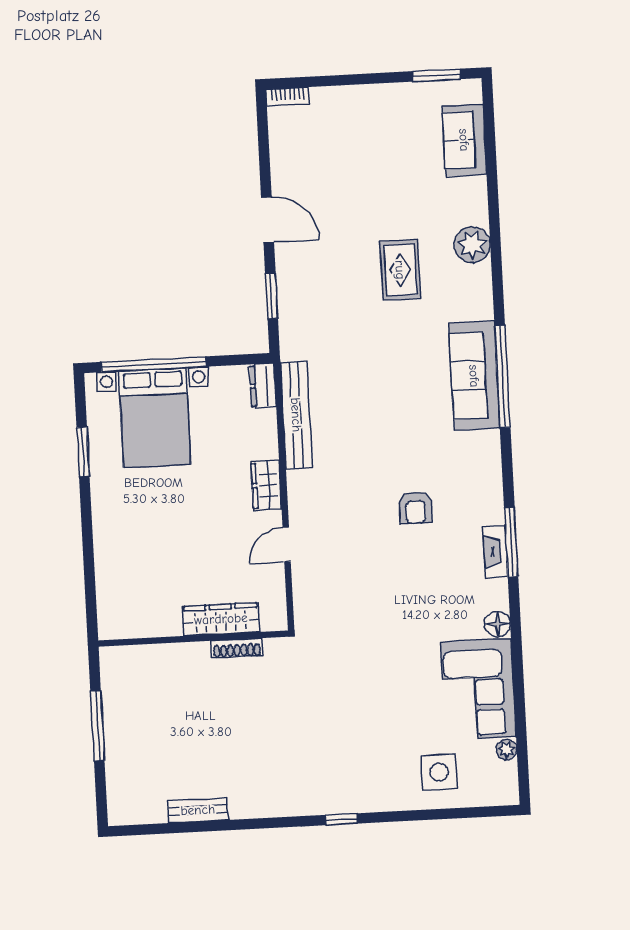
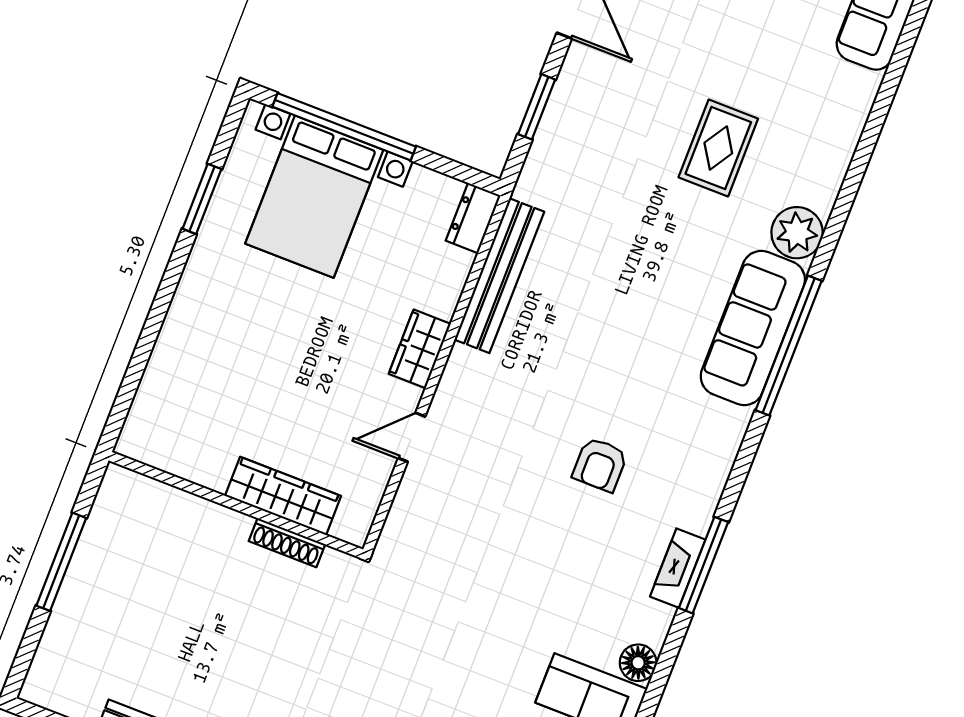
plant: (472, 245) -> (797, 233), moved

